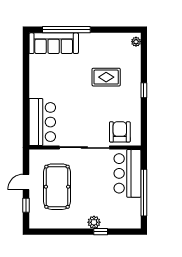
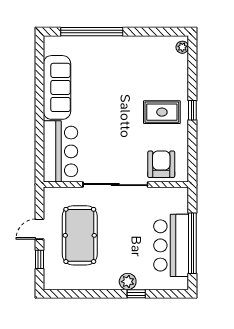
sofa: (54, 43) -> (57, 87), moved, turned -90
rug: (106, 77) -> (162, 112), moved
bar counter: (127, 173) -> (171, 245), moved

